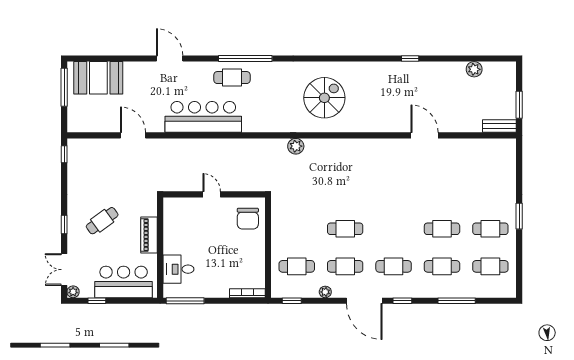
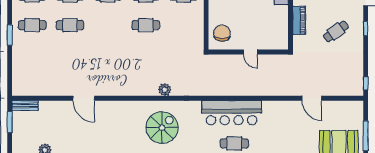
spiral stairs: (324, 98) -> (162, 128), turned 180
bar counter: (203, 117) -> (232, 113), moved
plant: (296, 146) -> (165, 90), moved

